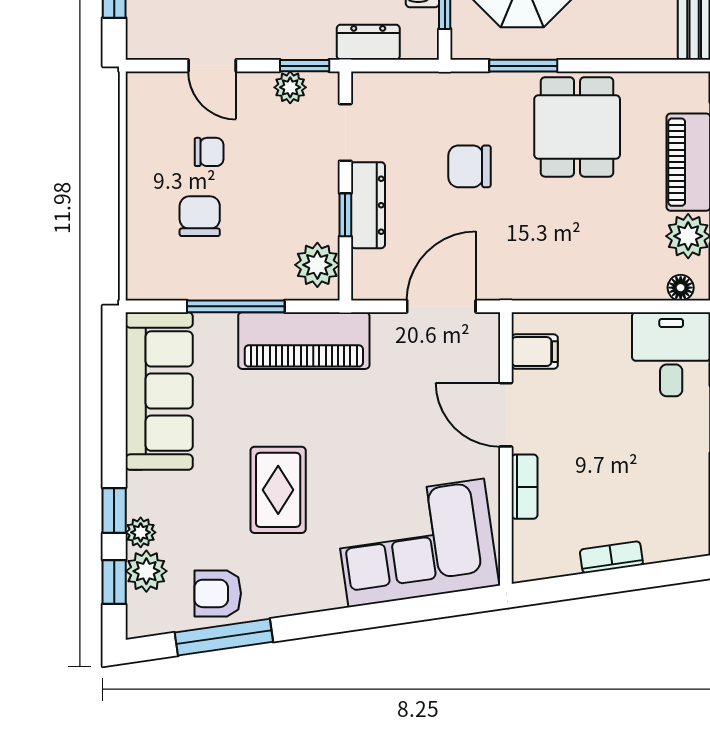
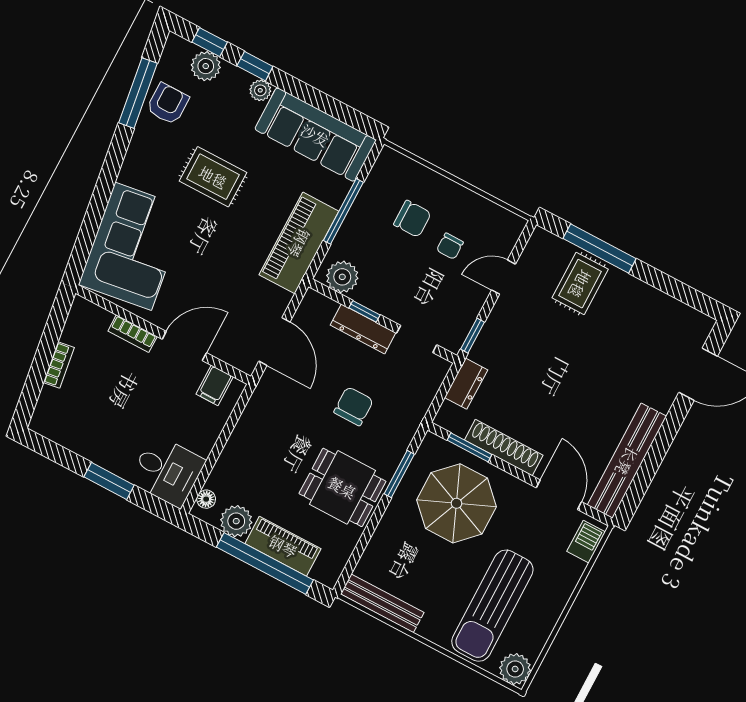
plant: (290, 87) -> (464, 319), removed
plant: (141, 532) -> (260, 90), moved

